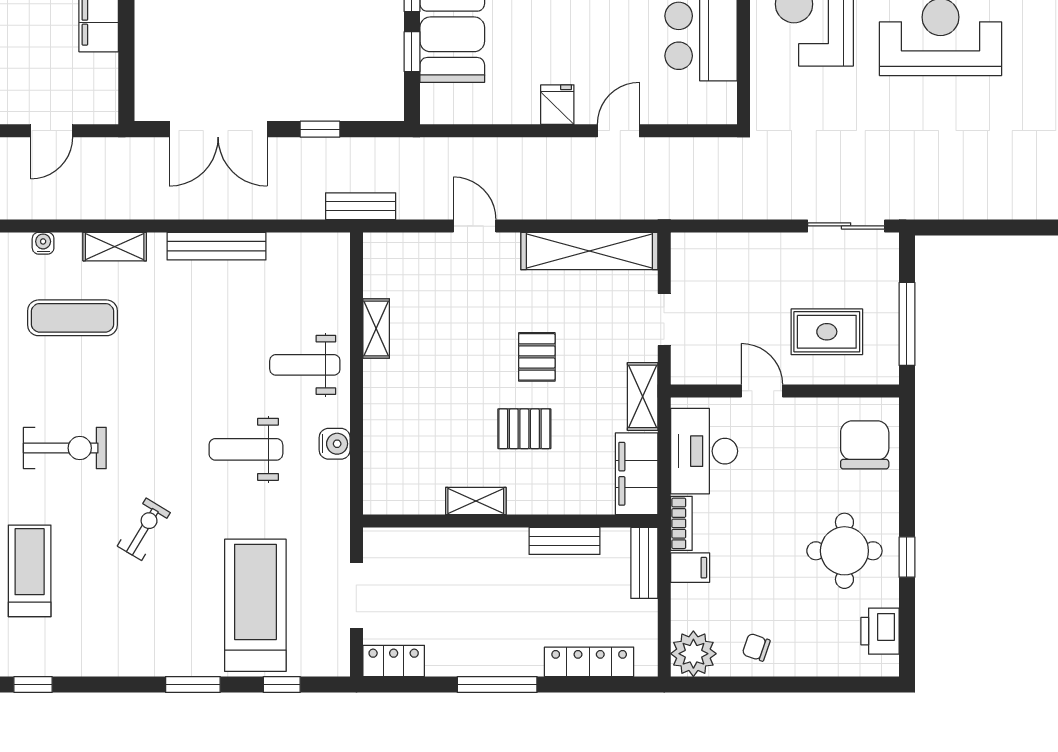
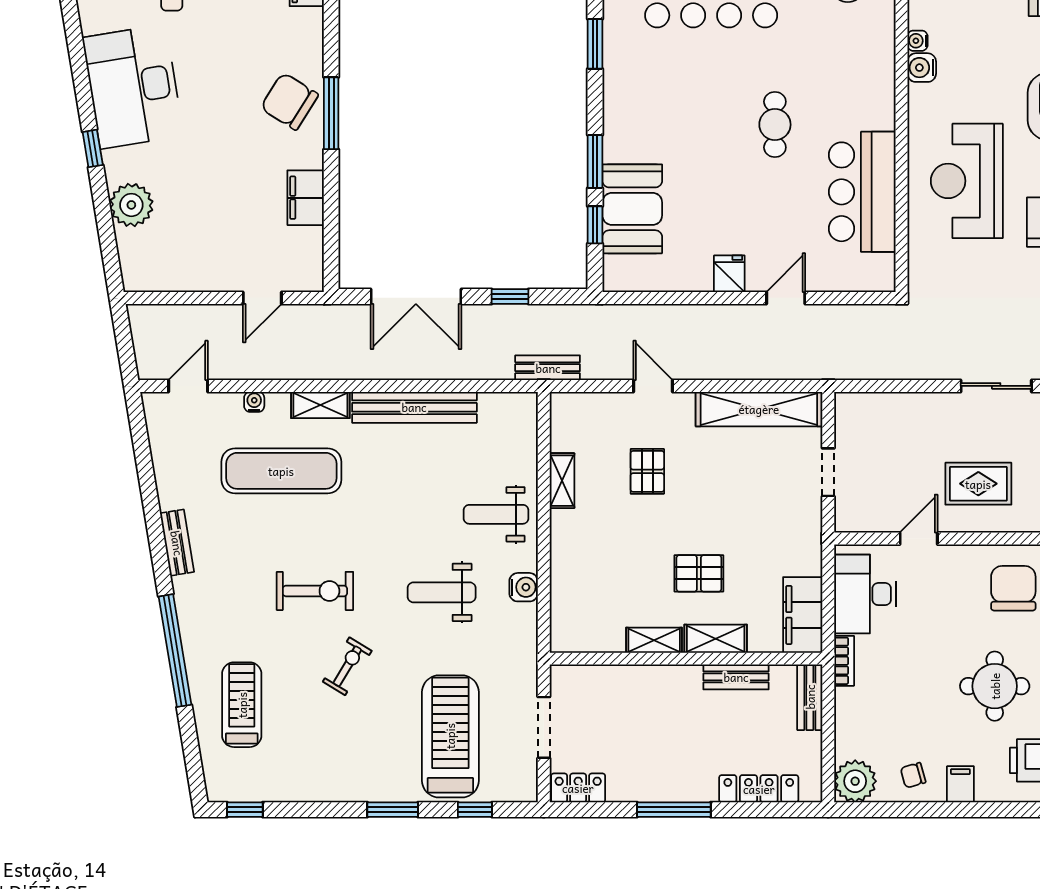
bench: (216, 246) -> (414, 407), width x1.37, depth x1.21
exercise mat: (72, 318) -> (281, 471), width x1.36, depth x1.45
pallet: (537, 357) -> (647, 471), moved
door: (762, 391) -> (919, 538), hinge flipped
shelving: (643, 396) -> (716, 639), moved, turned 90
exercise bike: (65, 448) -> (315, 591), moved
filing cabinet: (690, 568) -> (960, 784), moved, turned -90
chair: (756, 647) -> (913, 775), turned -35

